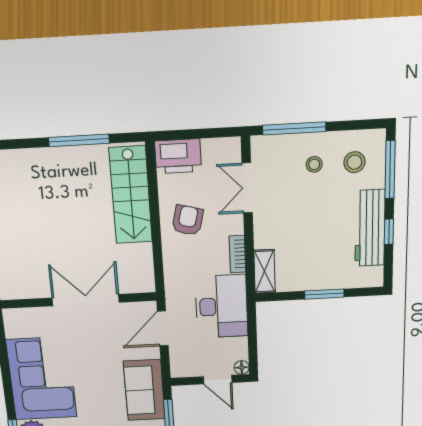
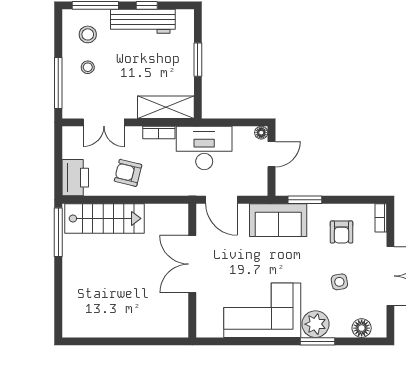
window: (79, 140) -> (58, 232), moved
shelving: (265, 271) -> (166, 107), width x1.50, depth x1.33

